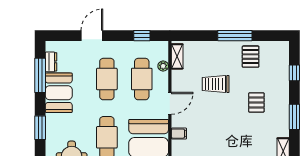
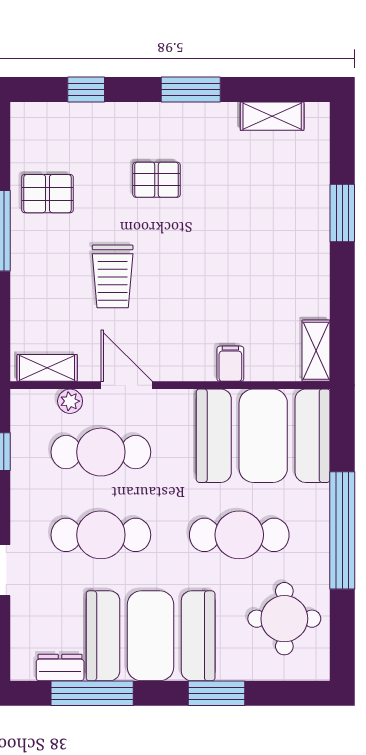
booth: (59, 93) -> (151, 636), width x1.36, depth x1.42
door: (170, 103) -> (127, 385), moved

